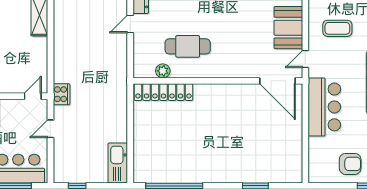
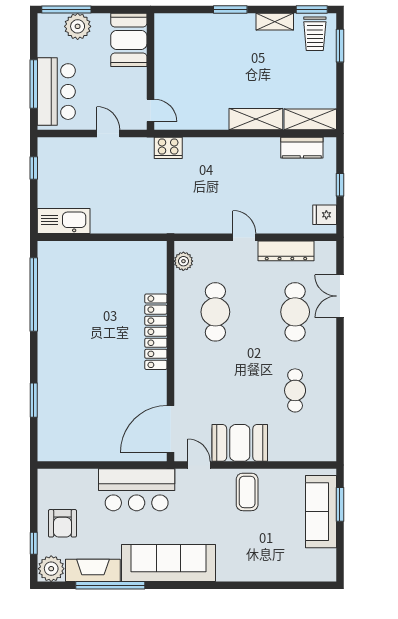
coffee table: (337, 28) -> (247, 492), moved
plant: (163, 71) -> (183, 261), moved
locker: (163, 92) -> (156, 332), moved
cooker: (62, 94) -> (168, 148), moved

